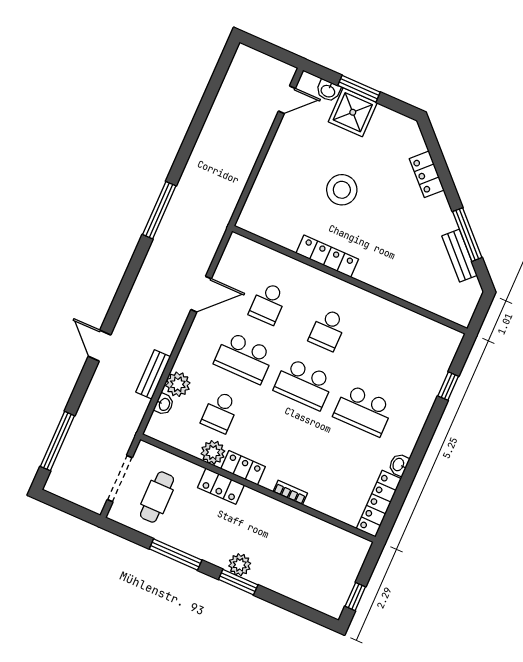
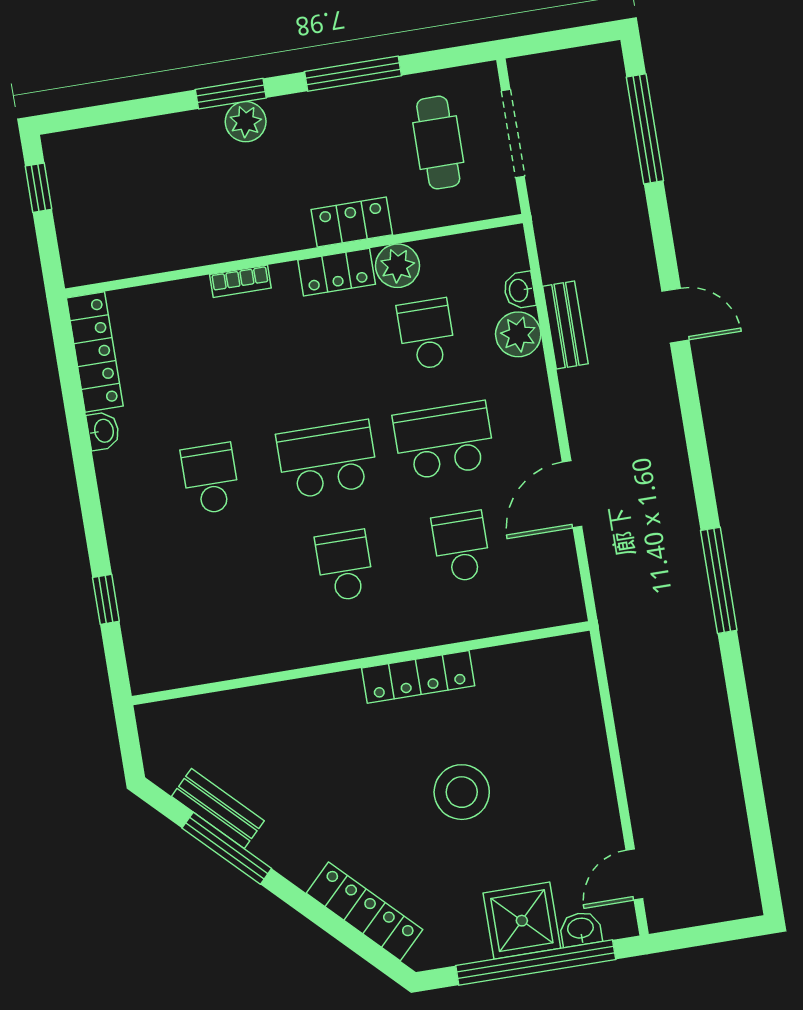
window: (359, 89) -> (536, 963), width x2.11
locker: (427, 174) -> (364, 911), width x1.53
school desk: (363, 410) -> (211, 479), width x0.54

